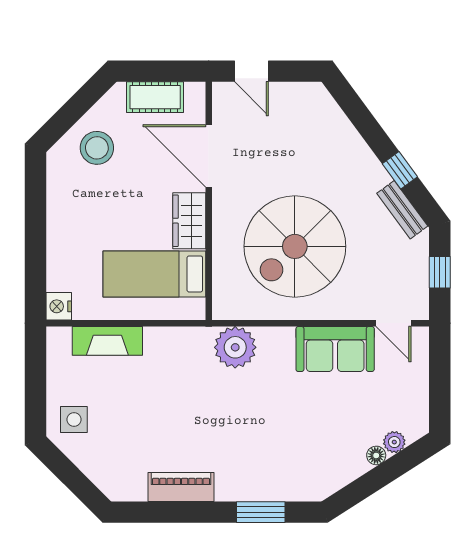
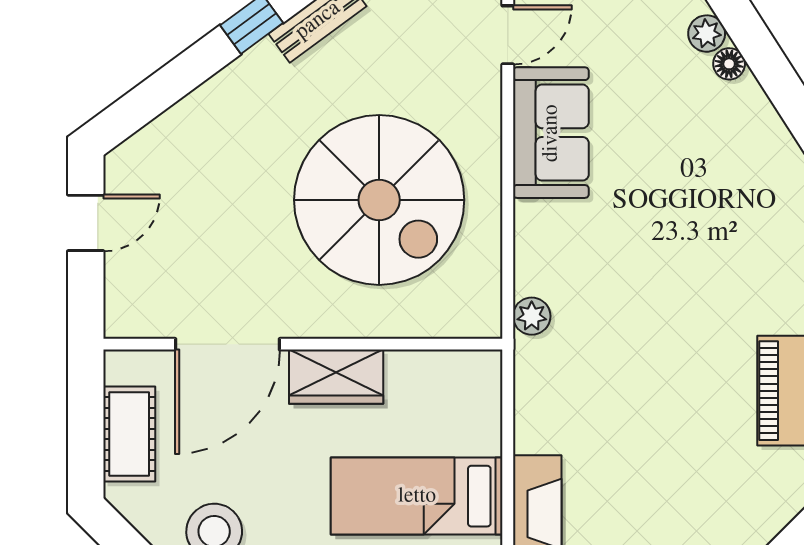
door: (251, 71) -> (86, 223), moved
bed: (154, 274) -> (417, 496), moved, turned 90
plant: (235, 347) -> (532, 316), width x0.53, depth x0.53

